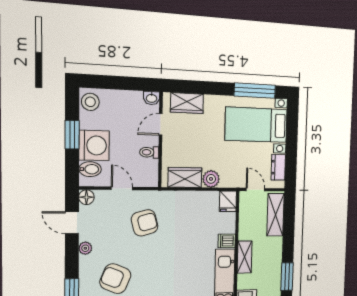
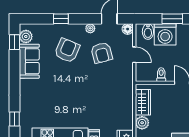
door: (122, 188) -> (134, 55), hinge flipped
armchair: (145, 223) -> (102, 53), moved

